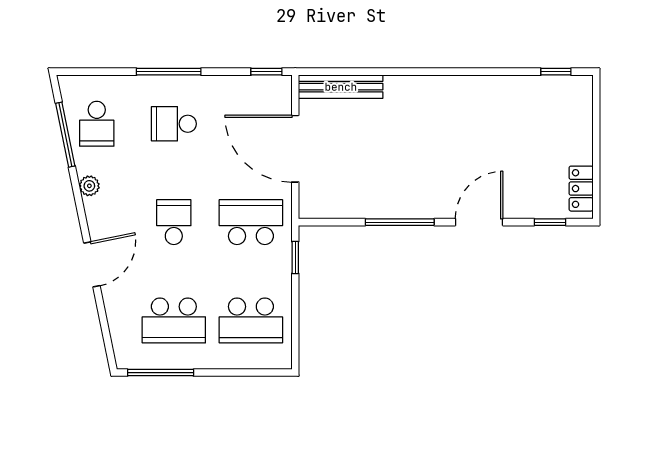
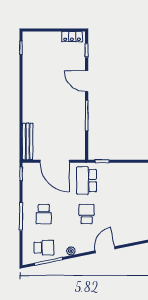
door: (295, 149) -> (55, 161), hinge flipped
school desk: (174, 222) -> (87, 214), turned 90
door: (92, 264) -> (105, 250), hinge flipped
school desk: (174, 320) -> (129, 214), removed
school desk: (251, 320) -> (129, 181), removed

